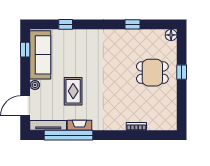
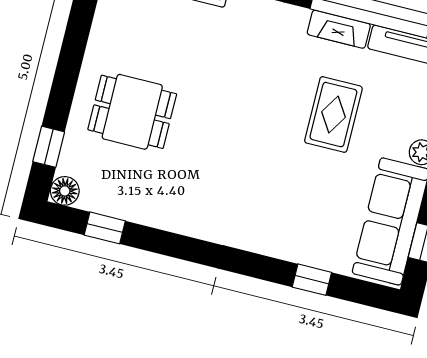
window: (132, 24) -> (105, 228), moved
window: (182, 72) -> (49, 147), moved

